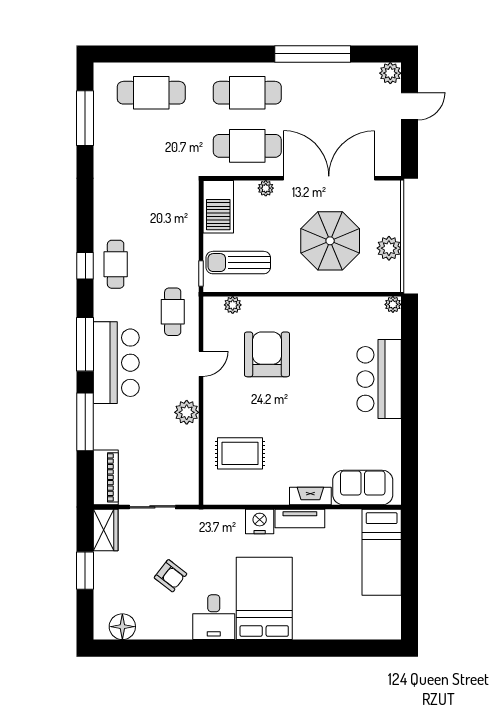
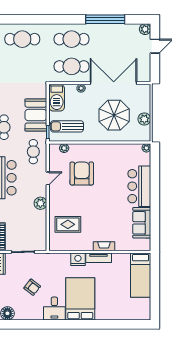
booth: (178, 241) -> (36, 115), added
sofa: (363, 488) -> (142, 223), moved, turned -90

